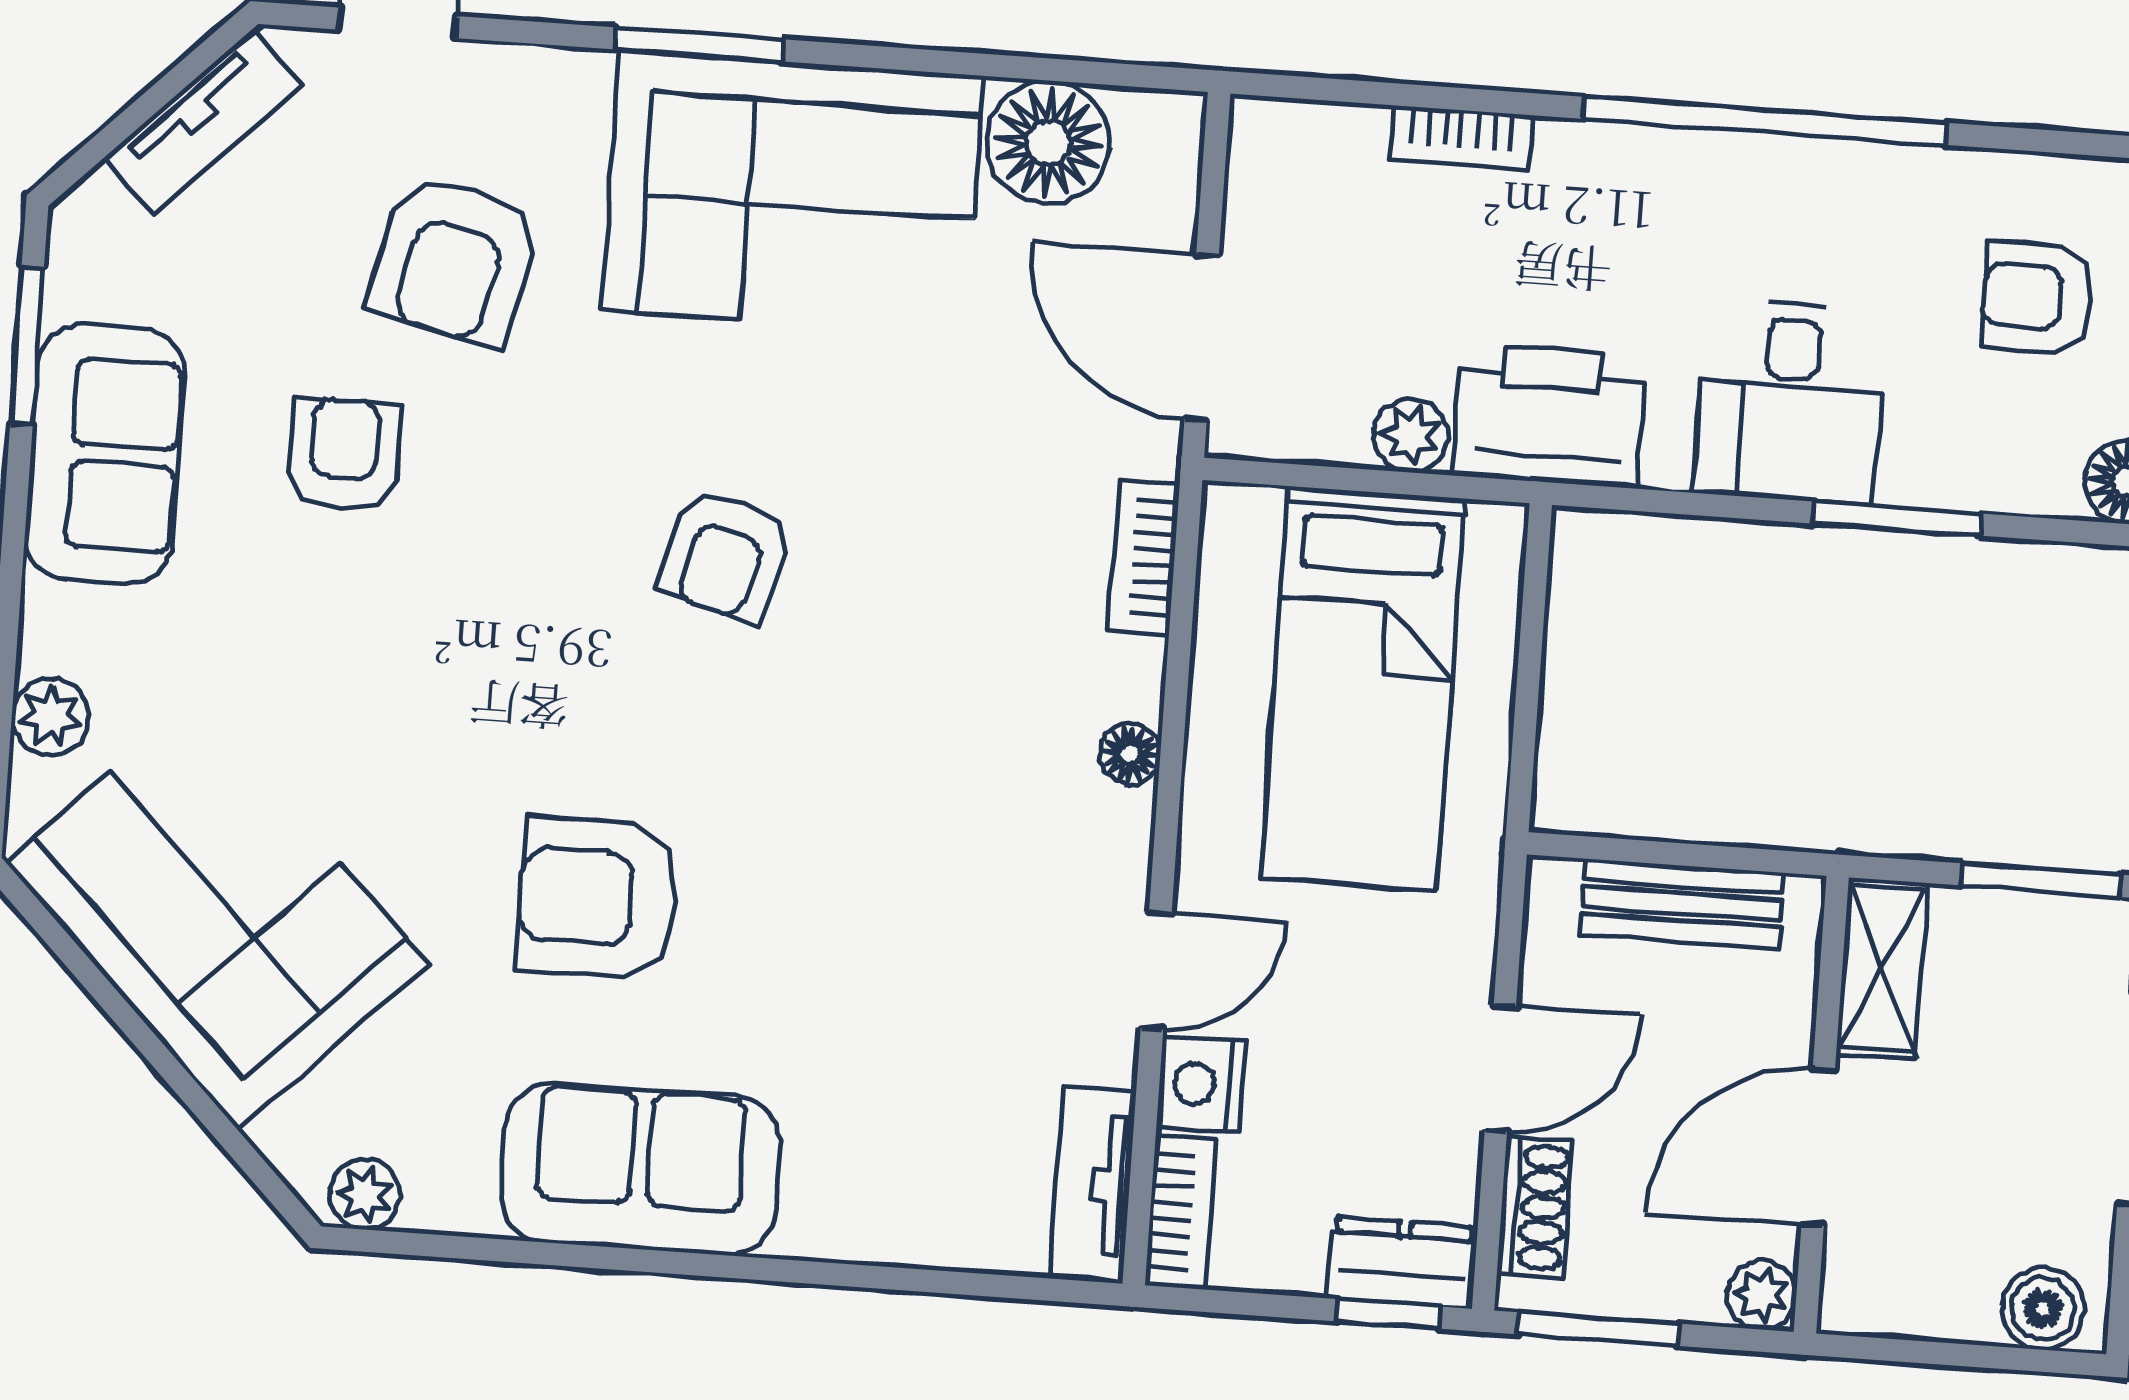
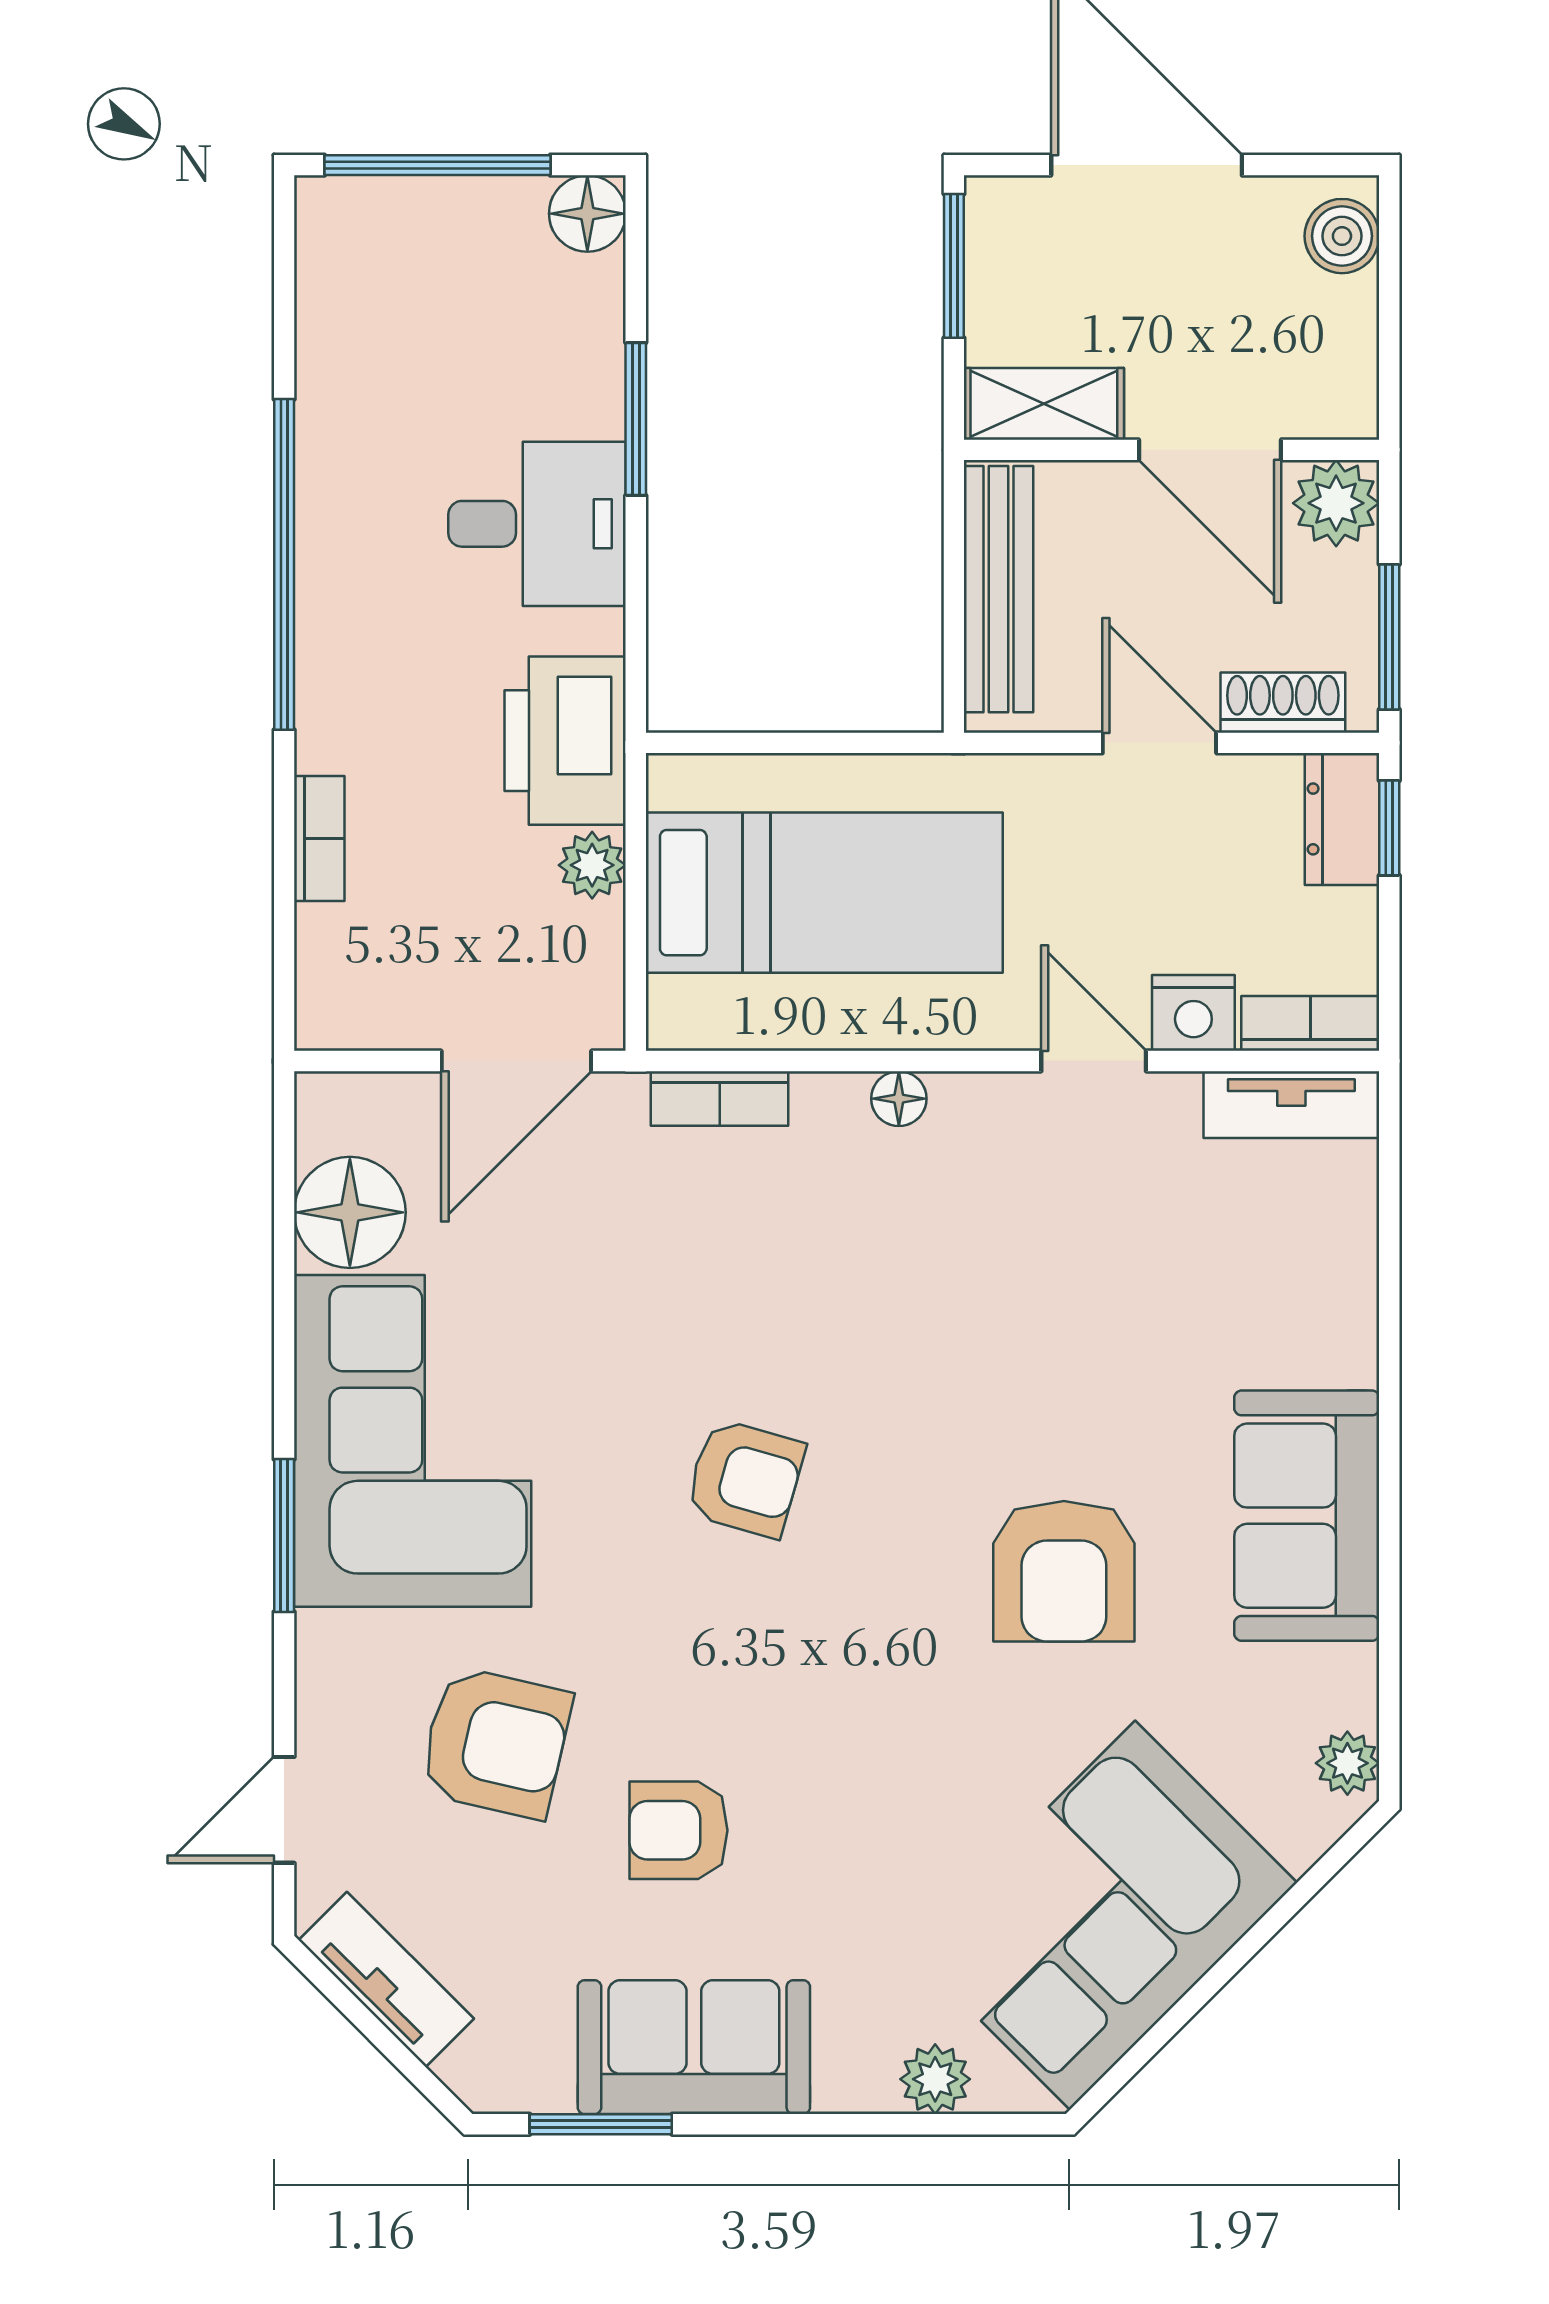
armchair: (2037, 297) -> (426, 307), removed
bench: (1682, 904) -> (998, 589), width x1.36
plant: (1762, 1295) -> (1336, 503), width x1.38, depth x1.38

